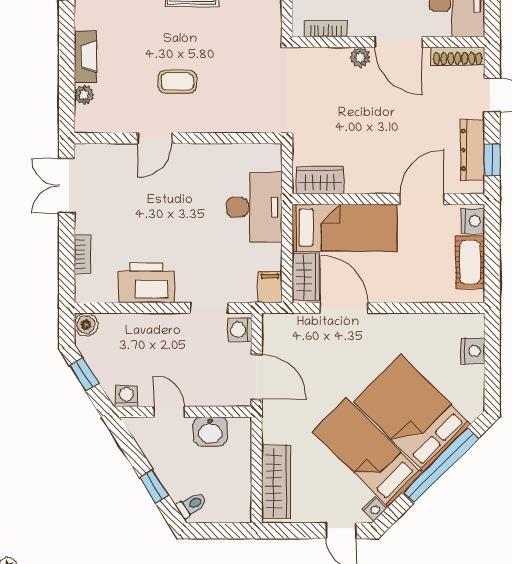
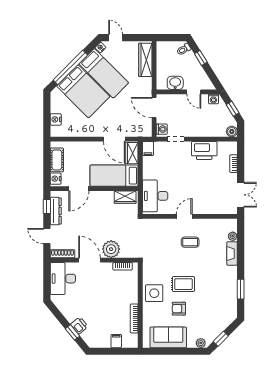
plant: (360, 57) -> (111, 249), width x1.88, depth x1.88
door: (155, 138) -> (184, 216), moved
desk: (254, 207) -> (155, 196), moved

